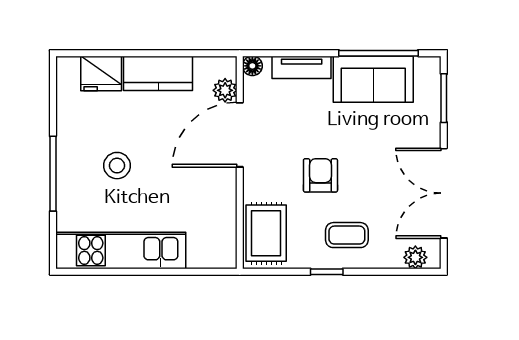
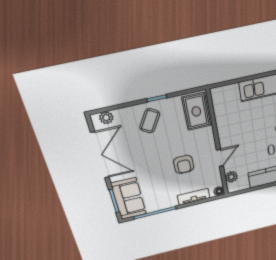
sofa: (373, 79) -> (129, 199), moved, turned 90
door: (240, 135) -> (220, 158), width x0.53
armchair: (320, 175) -> (184, 164), moved
coffee table: (347, 235) -> (150, 121), turned -59

